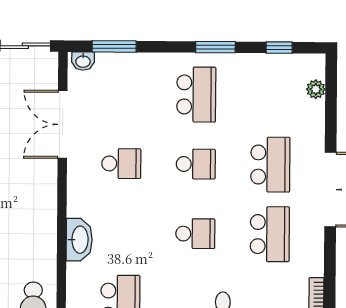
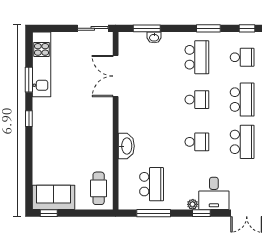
washbasin: (83, 61) -> (154, 37), moved
school desk: (121, 164) -> (242, 57), moved

